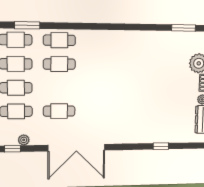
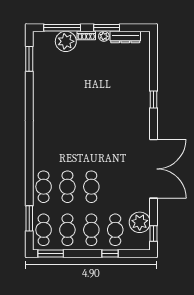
cafe table: (59, 111) -> (91, 187), moved
plant: (24, 140) -> (140, 222), width x1.88, depth x1.88
window: (161, 146) -> (153, 99), moved

